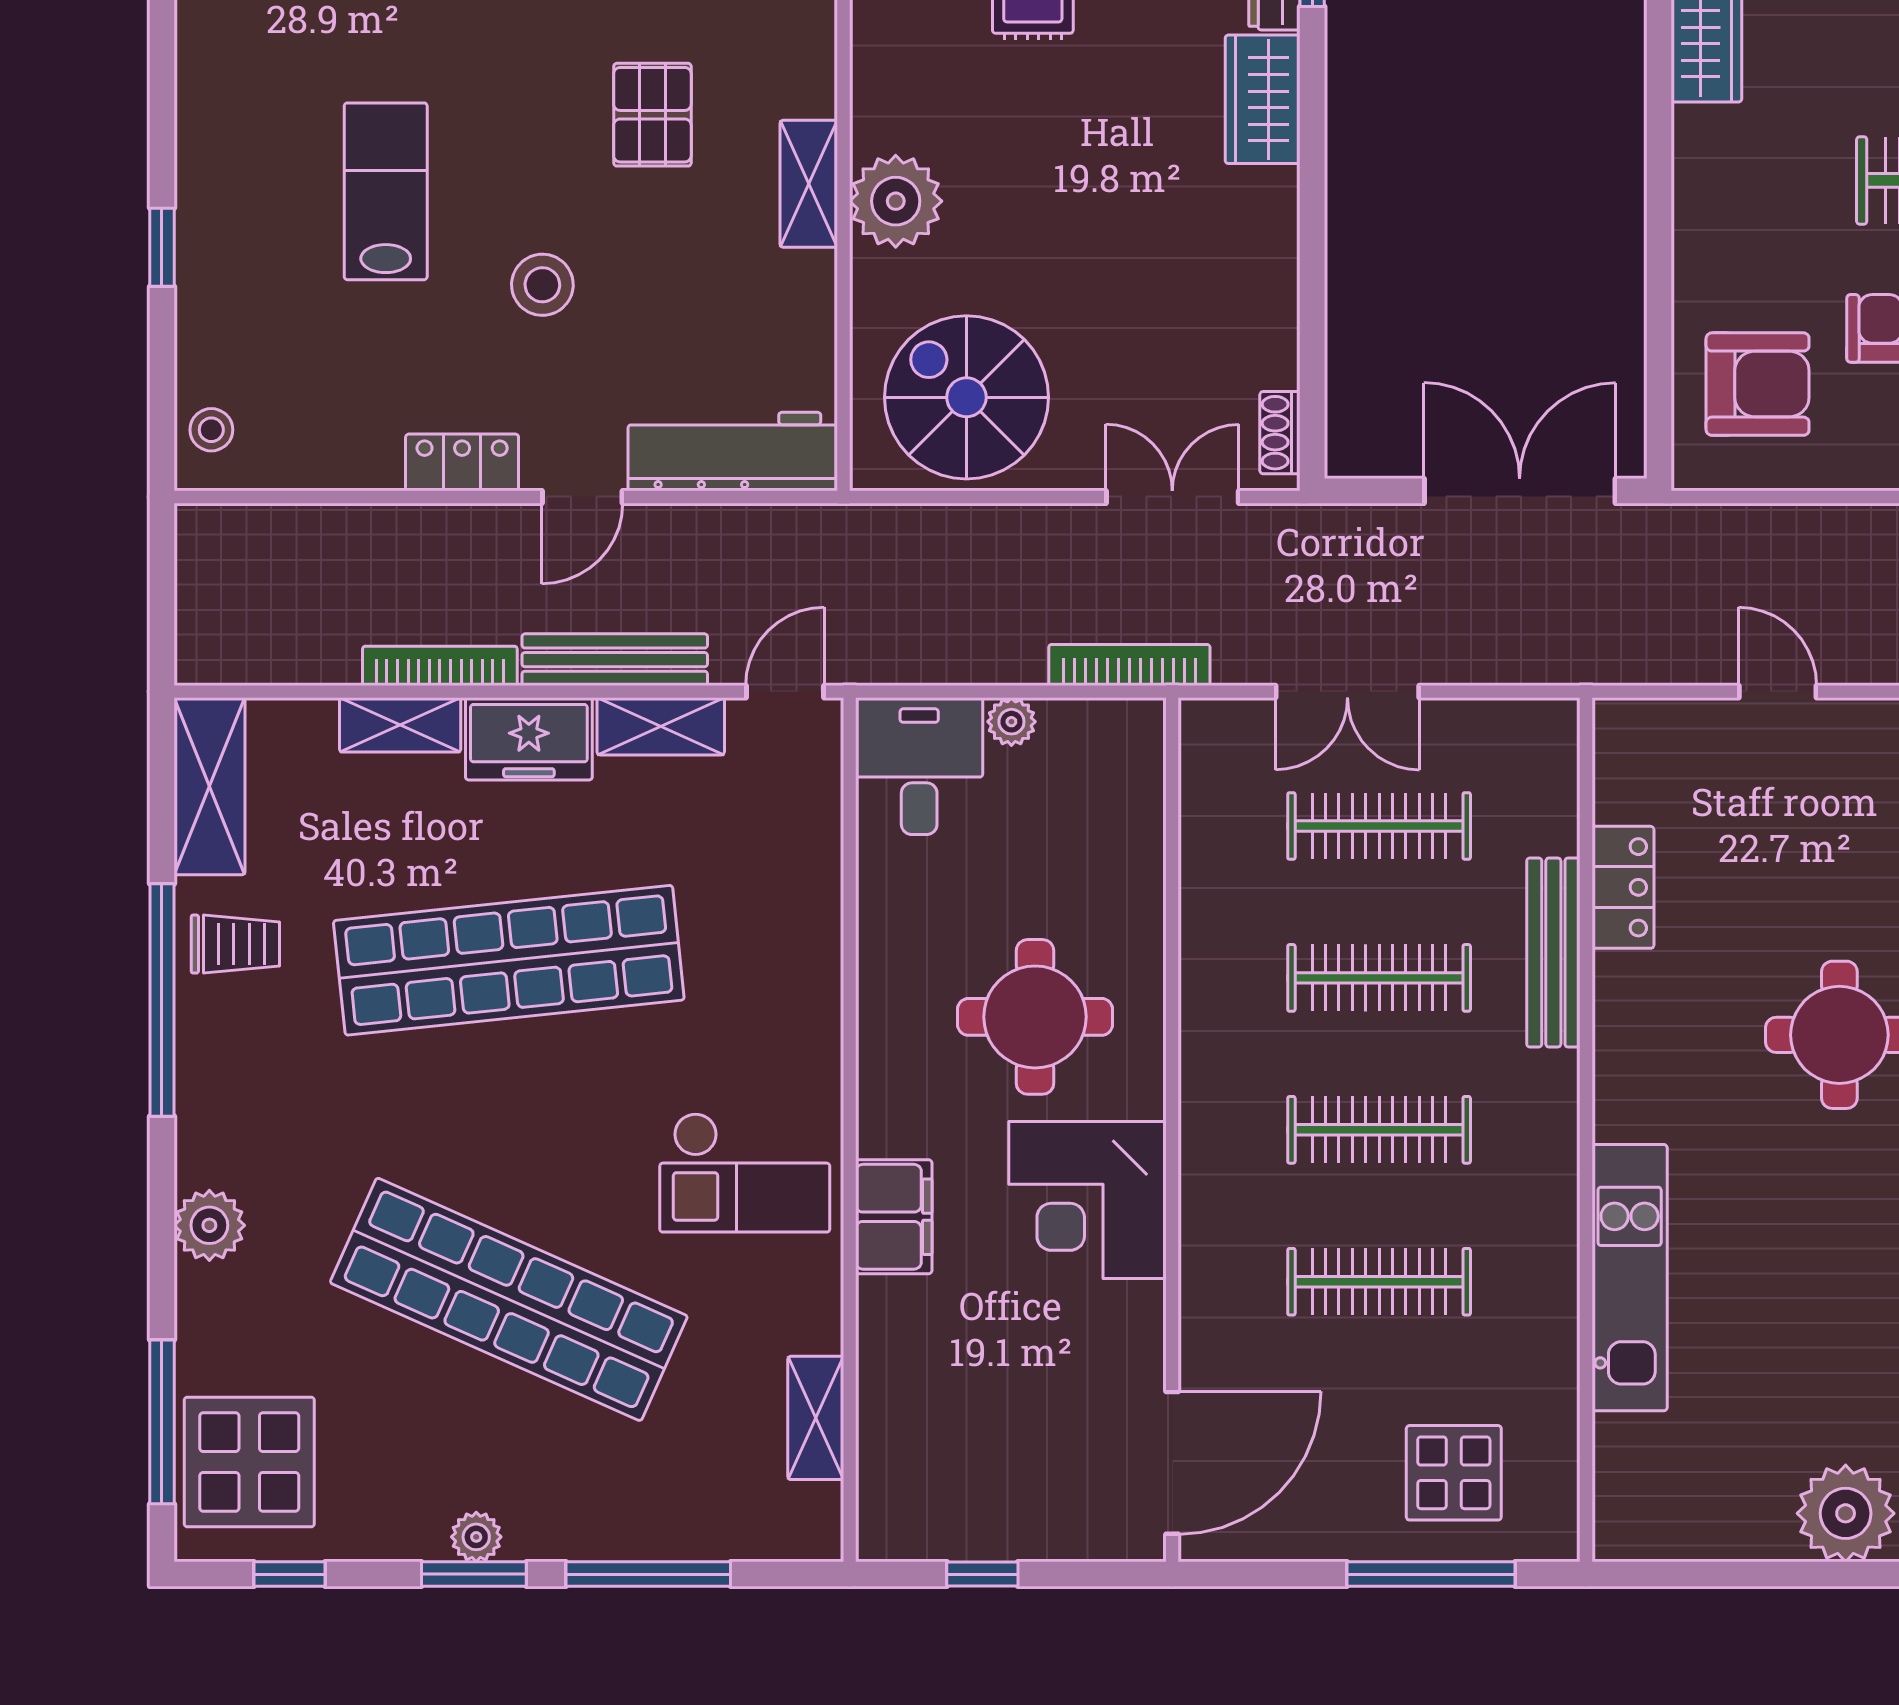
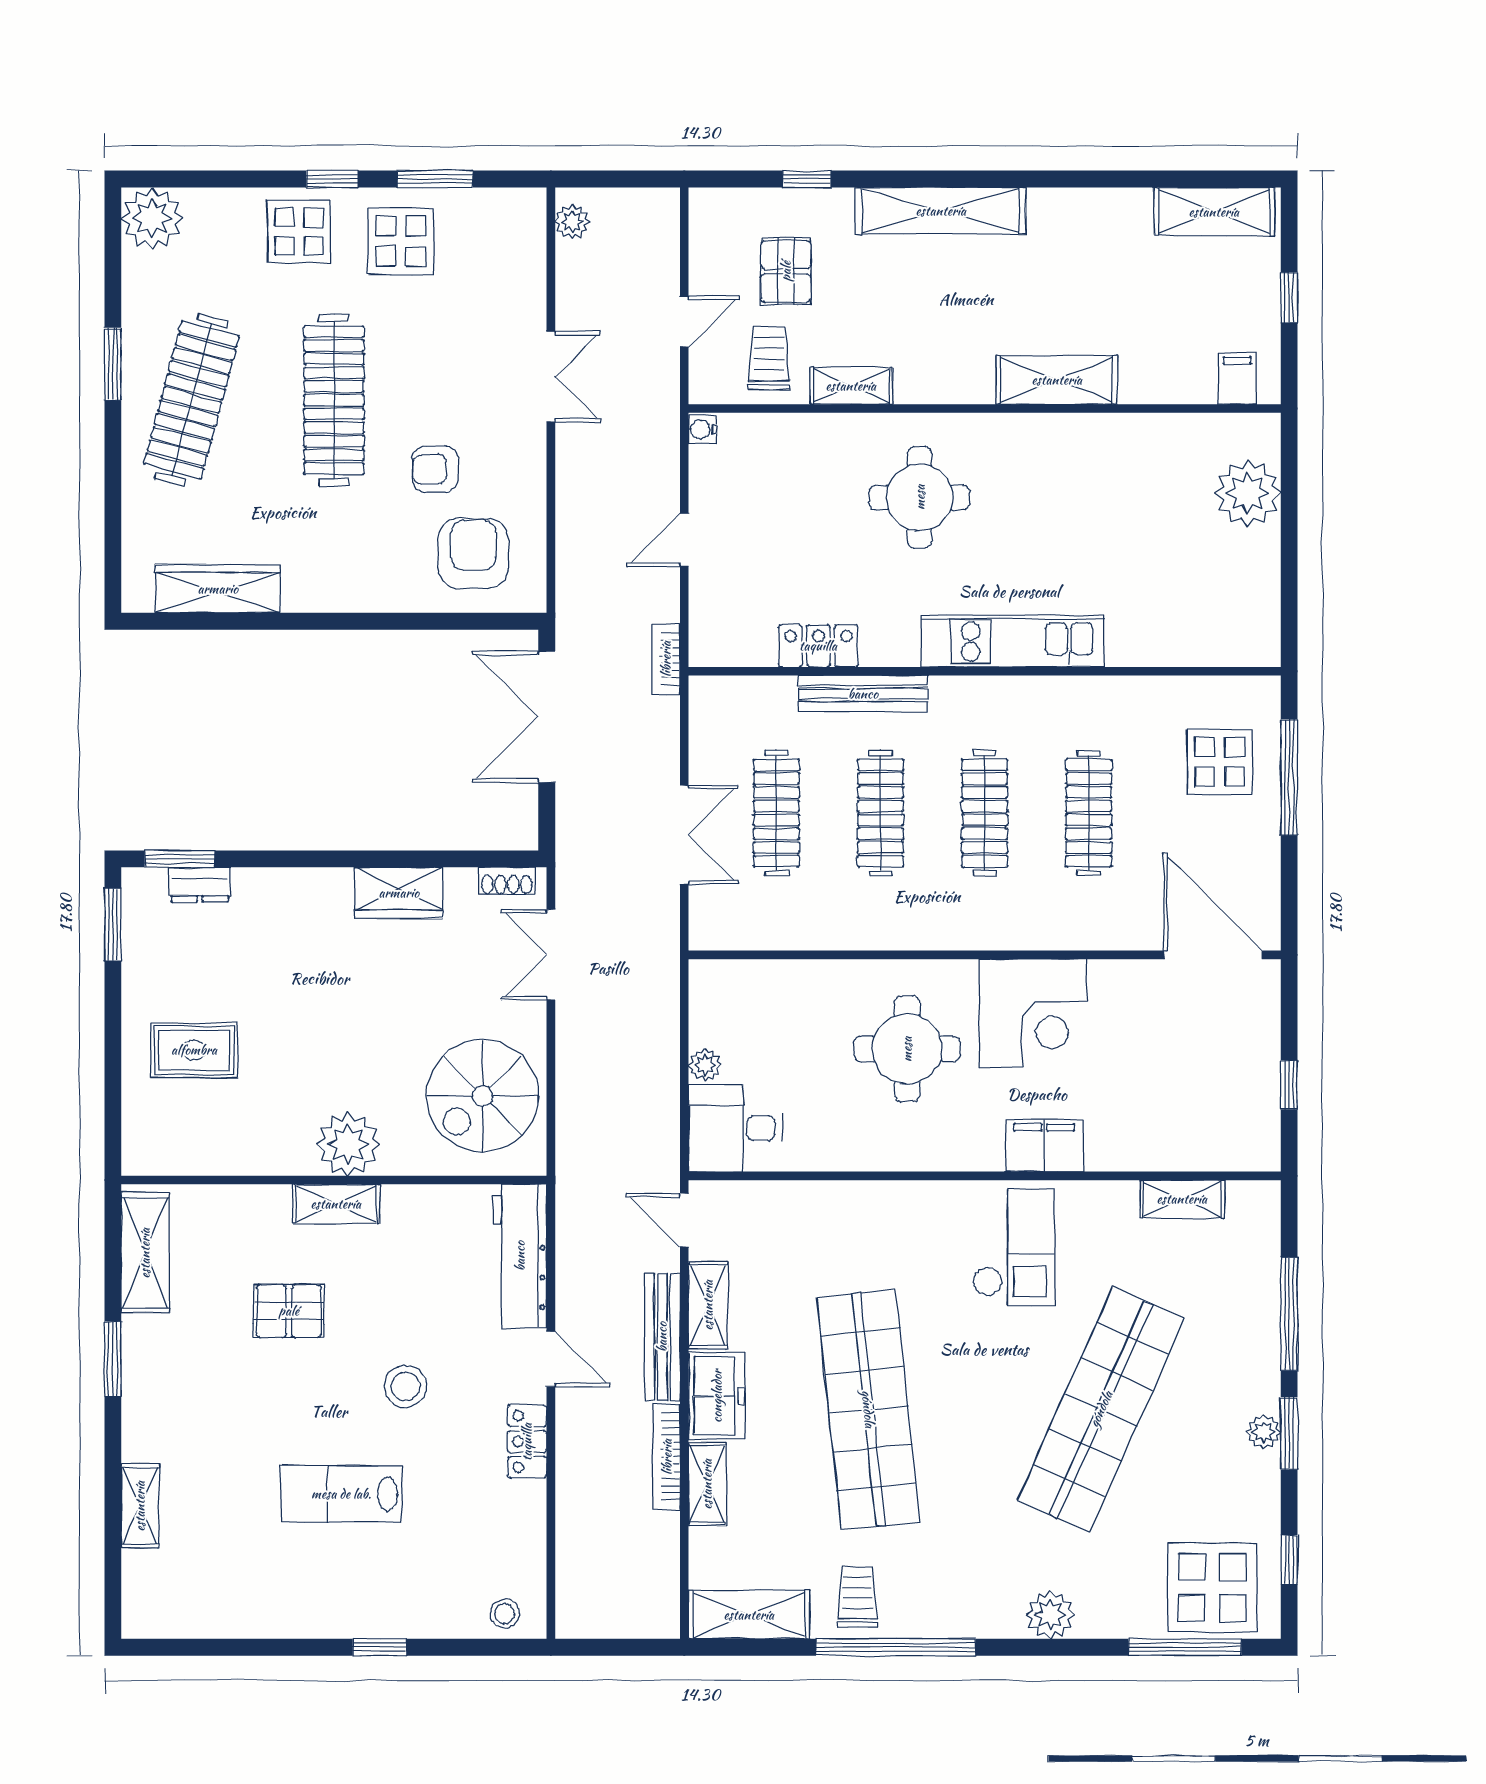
wardrobe: (1263, 99) -> (399, 893), moved
bookcase: (1129, 665) -> (666, 659), moved, width x0.64
kitchen unit: (1630, 1278) -> (1013, 641), moved

